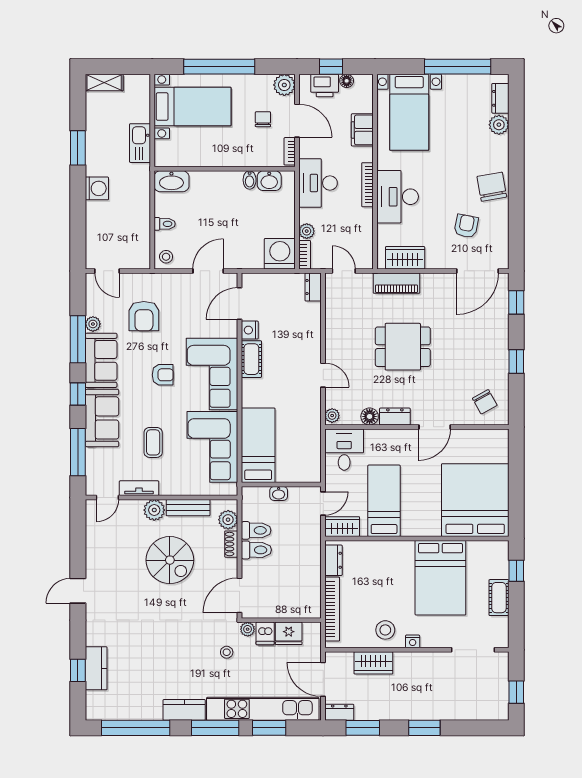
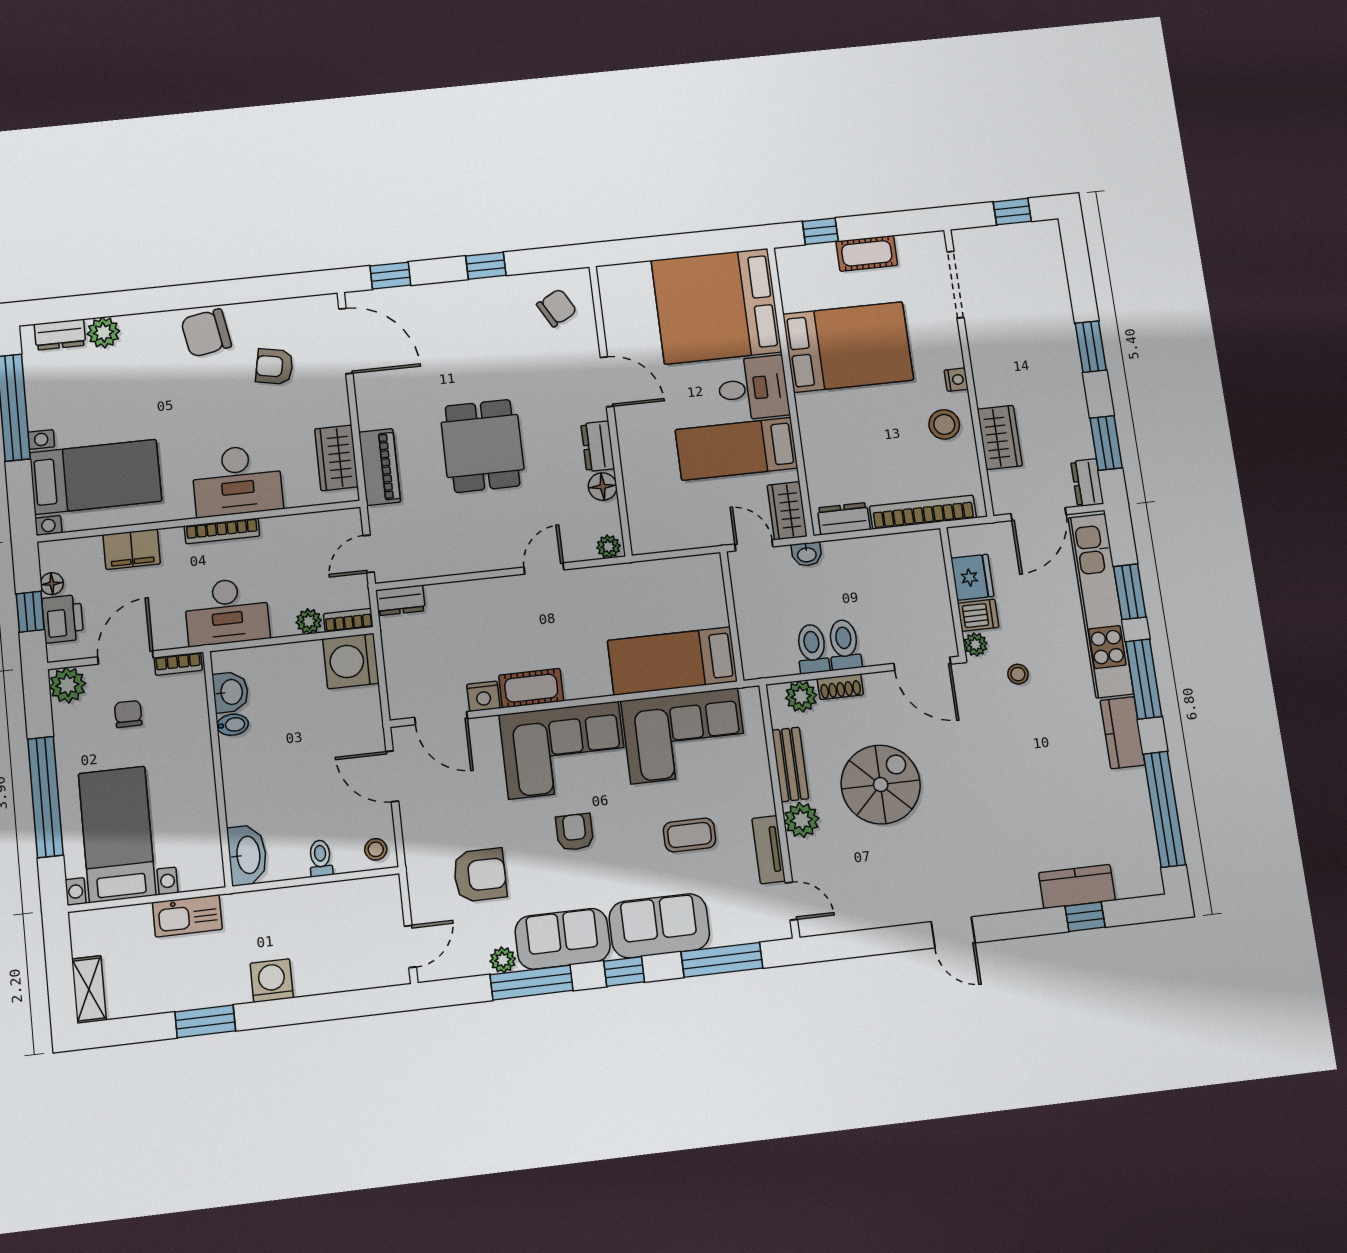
chair: (263, 119) -> (128, 714), turned 90
desk: (344, 450) -> (753, 388), moved, turned 180
washbasin: (279, 493) -> (807, 554), moved, turned 90

